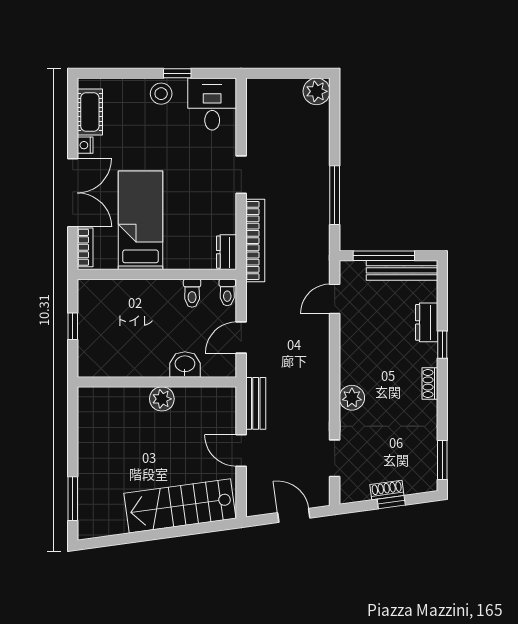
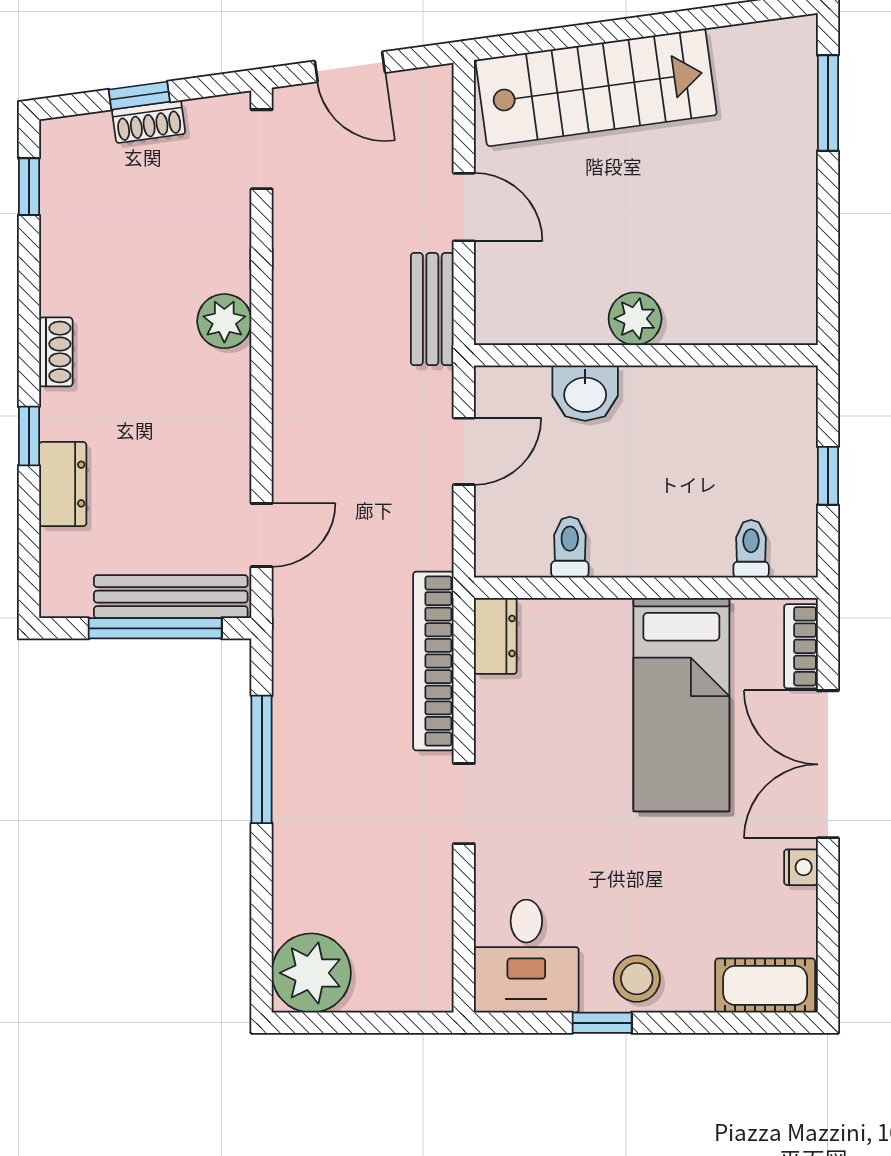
plant: (317, 91) -> (311, 973), width x1.36, depth x1.36
cot: (90, 112) -> (765, 985), moved, turned 90
bench: (402, 270) -> (171, 597), moved
toilet: (227, 292) -> (751, 549), moved
doorway: (335, 458) -> (262, 149), moved
window: (442, 460) -> (29, 187), width x0.67

